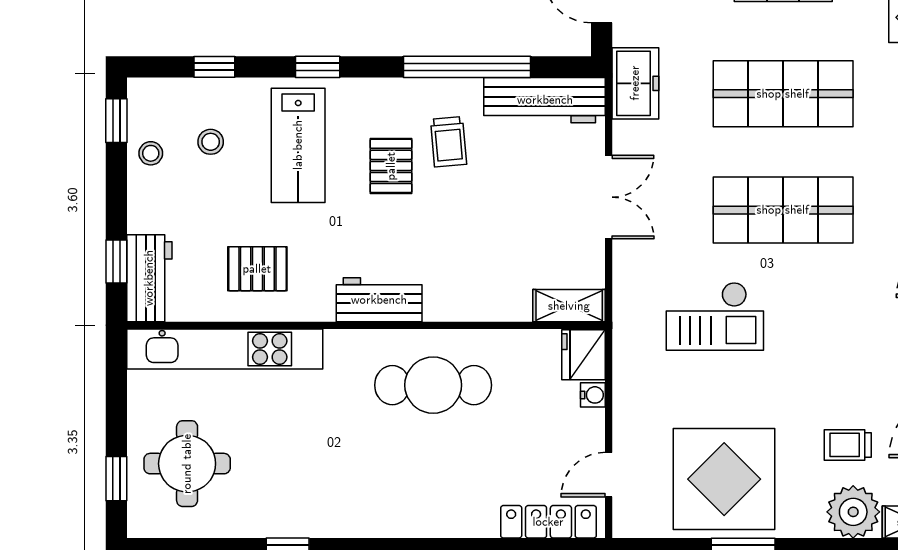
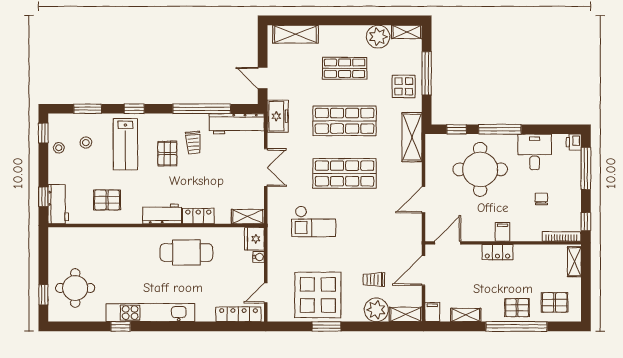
window: (214, 67) -> (88, 109), width x1.50
locker: (459, 304) -> (198, 216), added
kitchen unit: (225, 349) -> (150, 313), moved, turned 180

